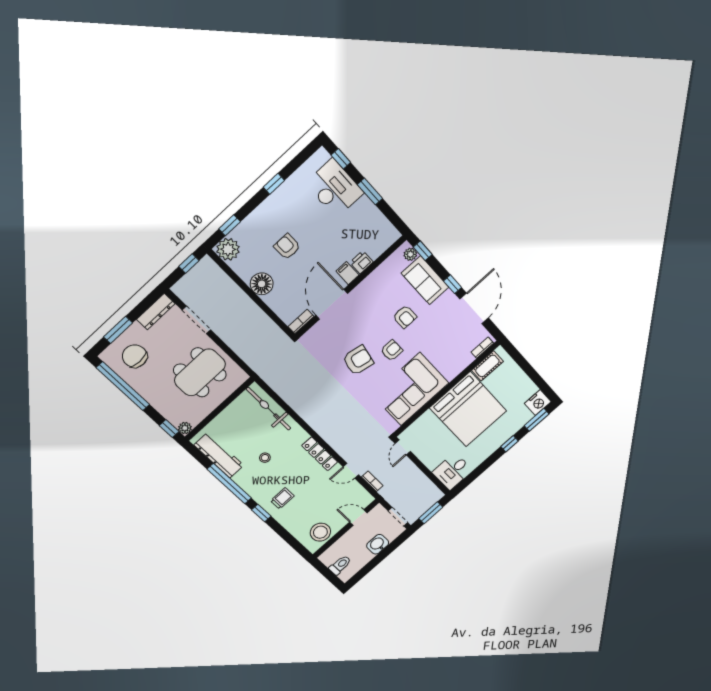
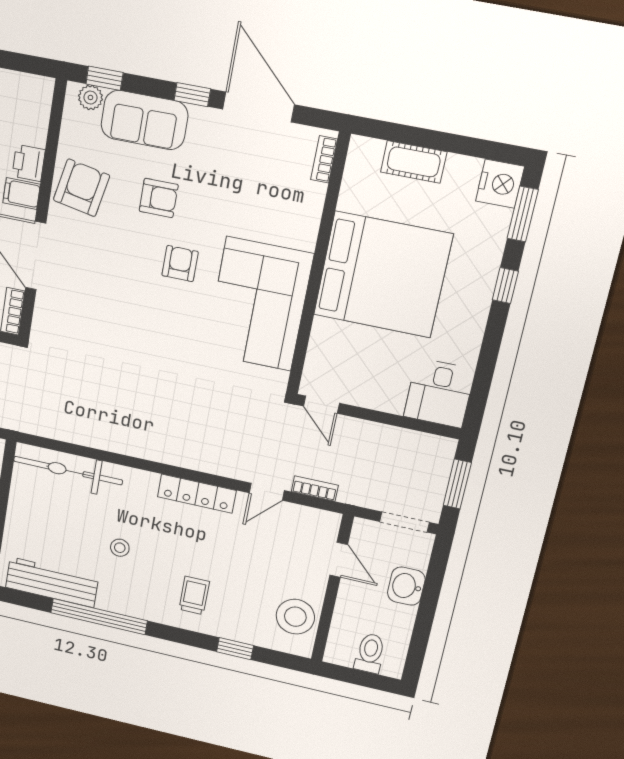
armchair: (358, 360) -> (81, 188), moved
cot: (487, 366) -> (414, 162), moved, turned 90
window: (261, 513) -> (235, 649), moved
door: (358, 518) -> (339, 560), swing flipped

